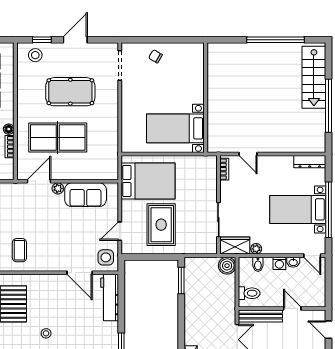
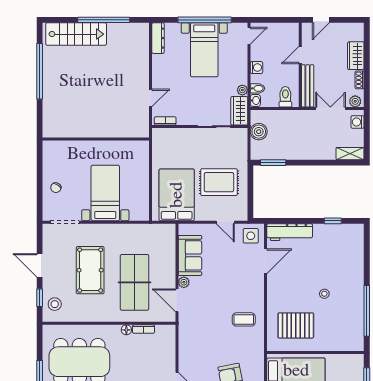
bed with nightstands: (175, 128) -> (105, 193), moved, turned 180
washbasin: (293, 262) -> (255, 100), moved
boiler: (227, 266) -> (259, 132), moved

